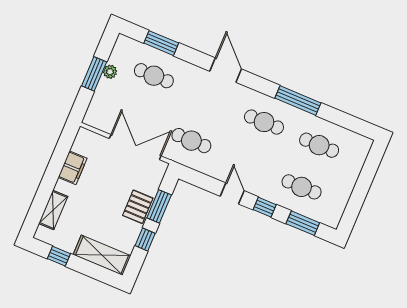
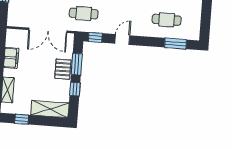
double door: (135, 147) -> (48, 30), swing flipped
door: (232, 194) -> (122, 39), hinge flipped
window: (265, 207) -> (95, 37), moved

